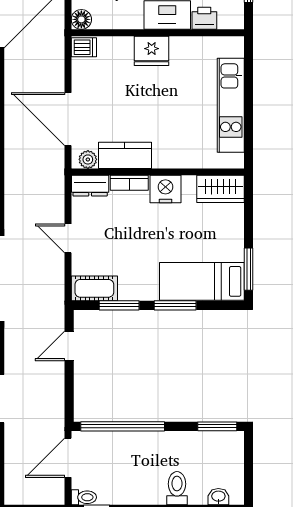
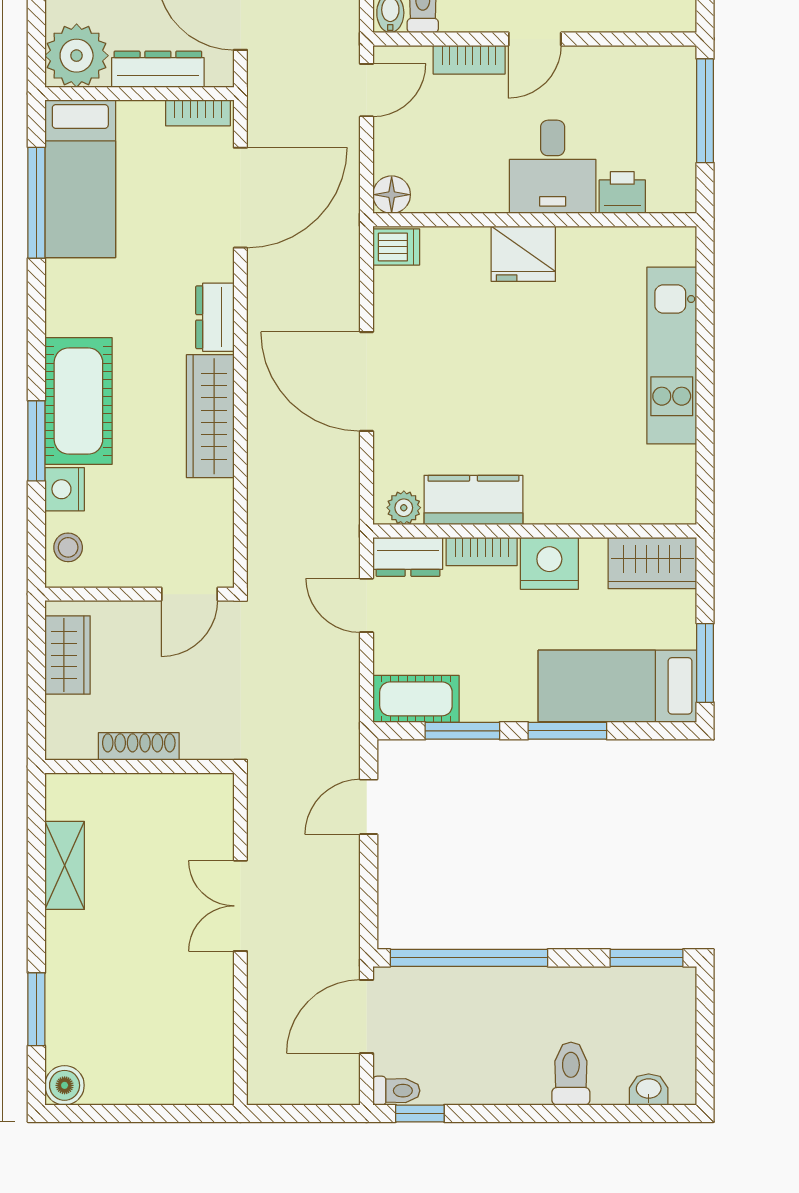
kitchen counter: (125, 155) -> (473, 500), moved
plant: (88, 159) -> (404, 508), moved
wall: (158, 172) -> (535, 531), moved
bookcase: (129, 183) -> (482, 551), moved
dresser: (90, 186) -> (408, 557), moved
nightstand: (165, 189) -> (549, 563), moved
wardrobe: (220, 189) -> (652, 563), moved

